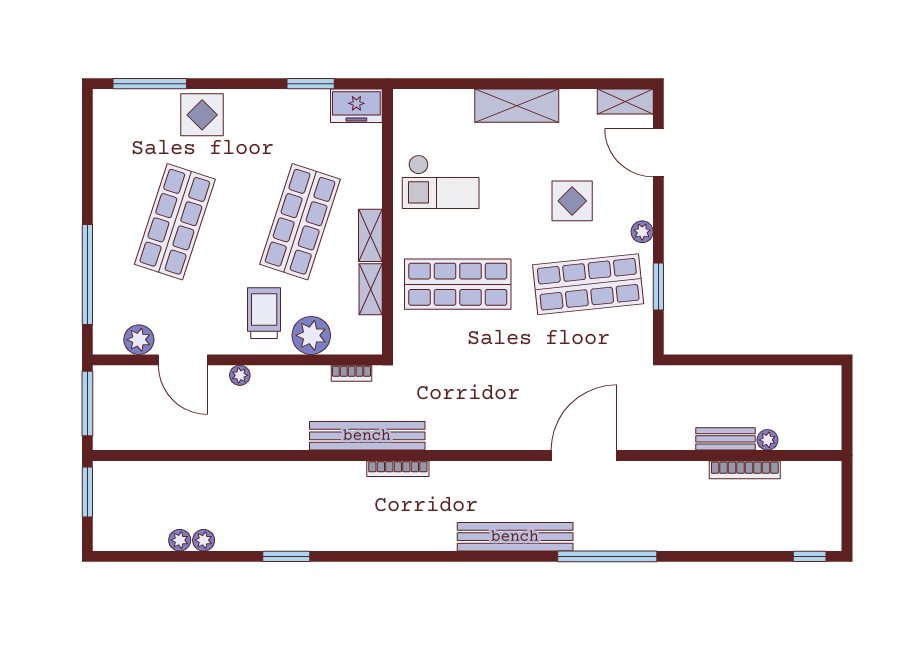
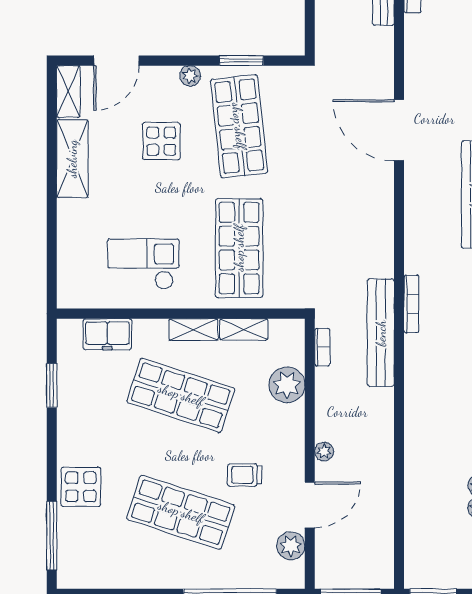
freezer: (356, 106) -> (107, 334), moved, turned 90
shelving: (517, 106) -> (72, 159), moved
checkout: (441, 182) -> (143, 264), turned -90
trolley: (264, 313) -> (245, 475), moved, width x0.73, depth x0.72

